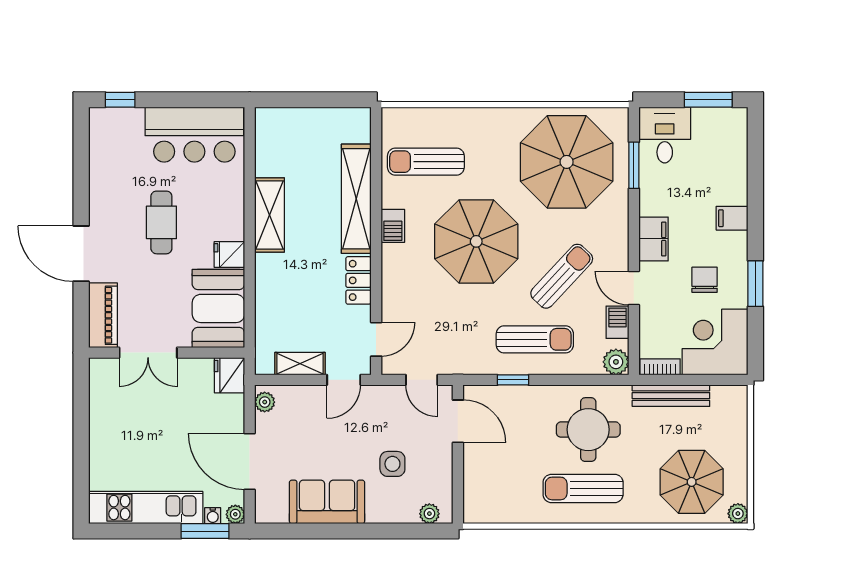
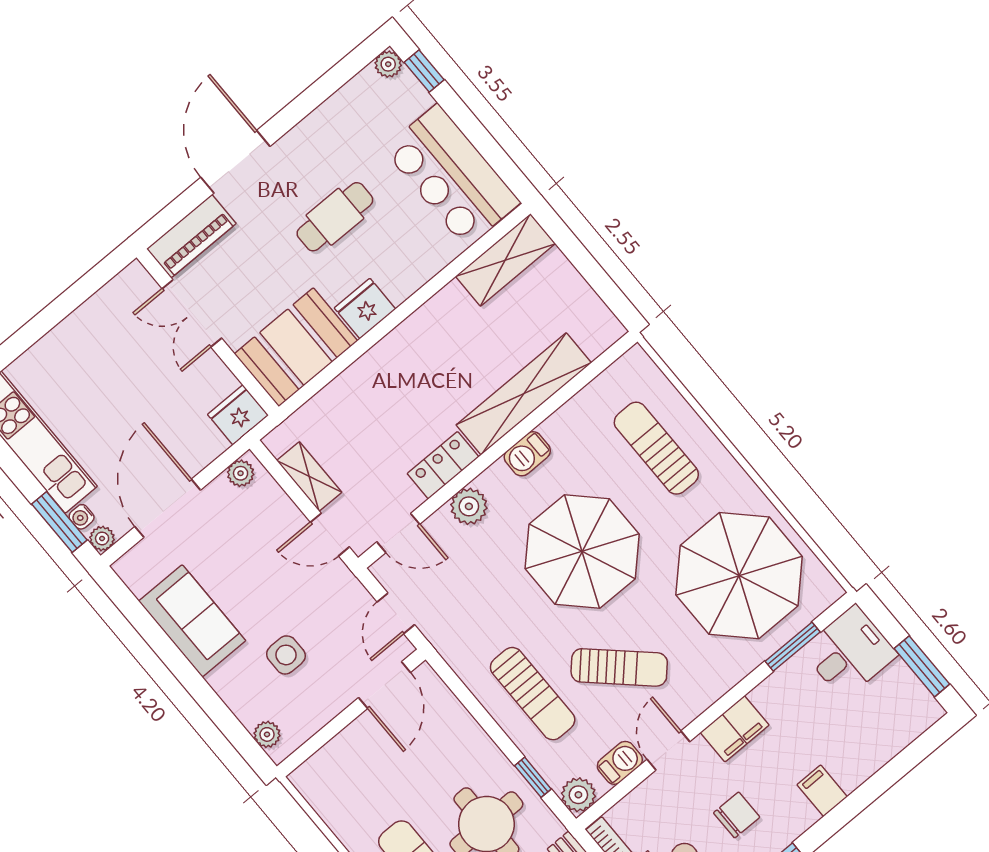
plant: (99, 117) -> (388, 64), added
sun lounger: (426, 162) -> (656, 448), moved
shelving: (269, 215) -> (505, 260), moved
fridge: (229, 254) -> (365, 308), width x1.38
plant: (395, 285) -> (469, 506), added
window: (513, 380) -> (533, 777), moved

